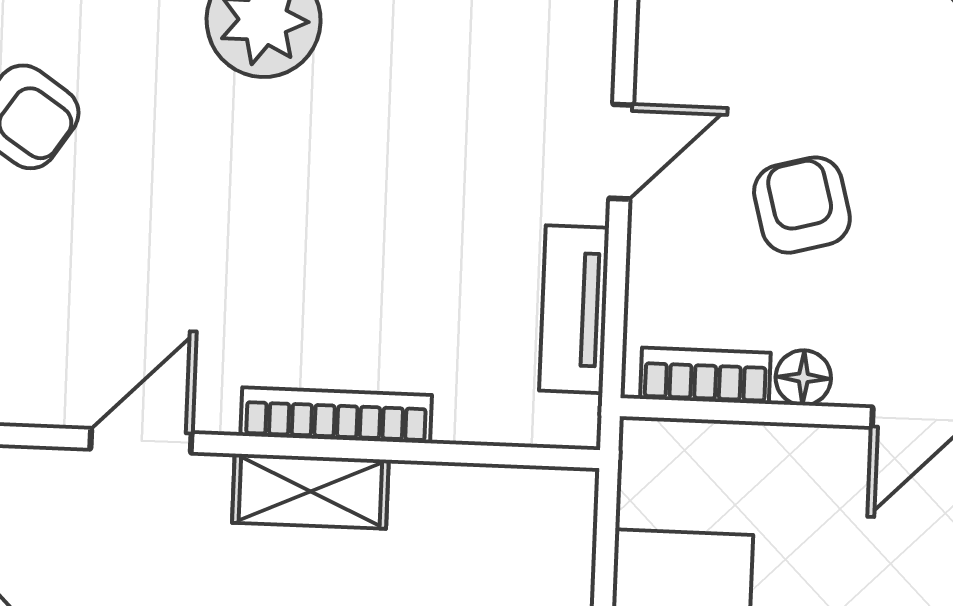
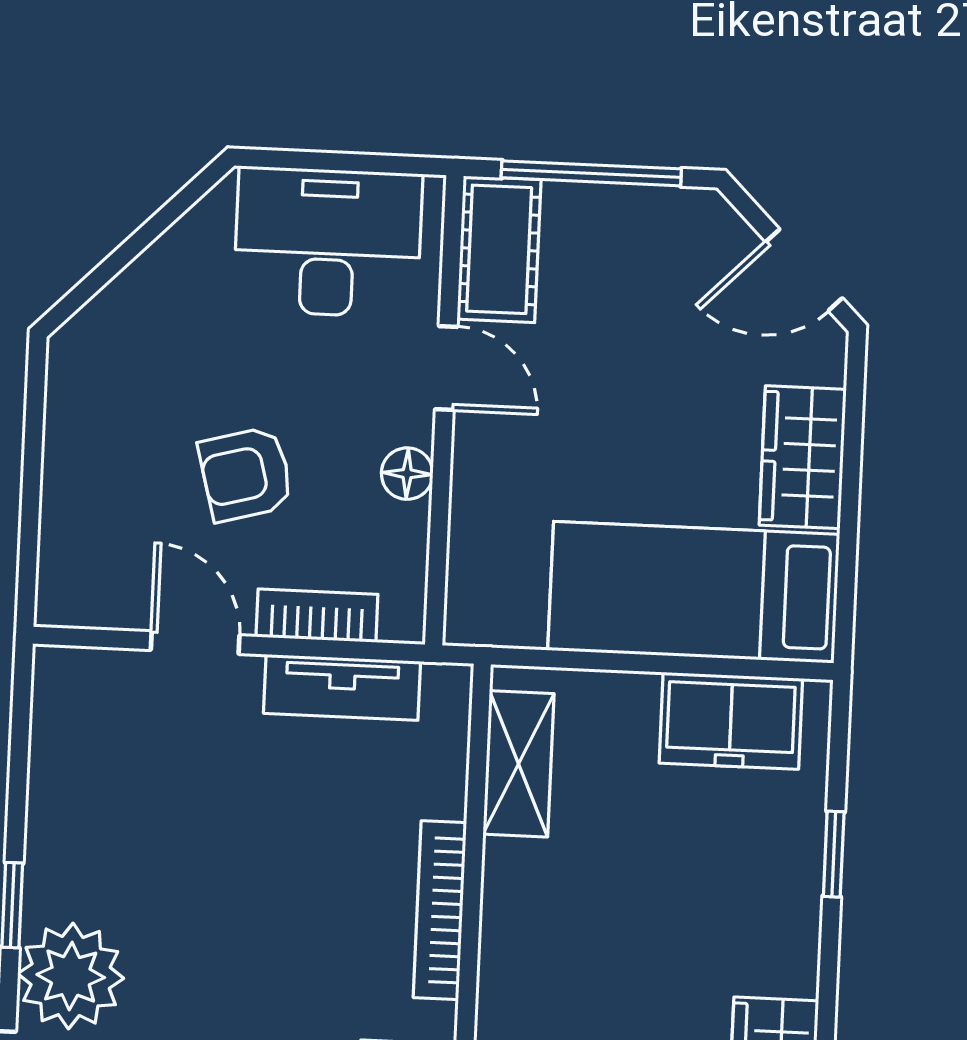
bookcase: (705, 376) -> (317, 616), moved, turned 90
shelving: (310, 491) -> (519, 764), moved

